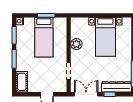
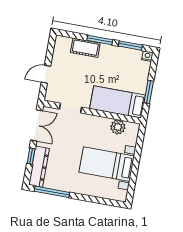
bed: (44, 37) -> (118, 102), moved
plant: (76, 44) -> (118, 127), moved
cot: (22, 82) -> (85, 48), moved

